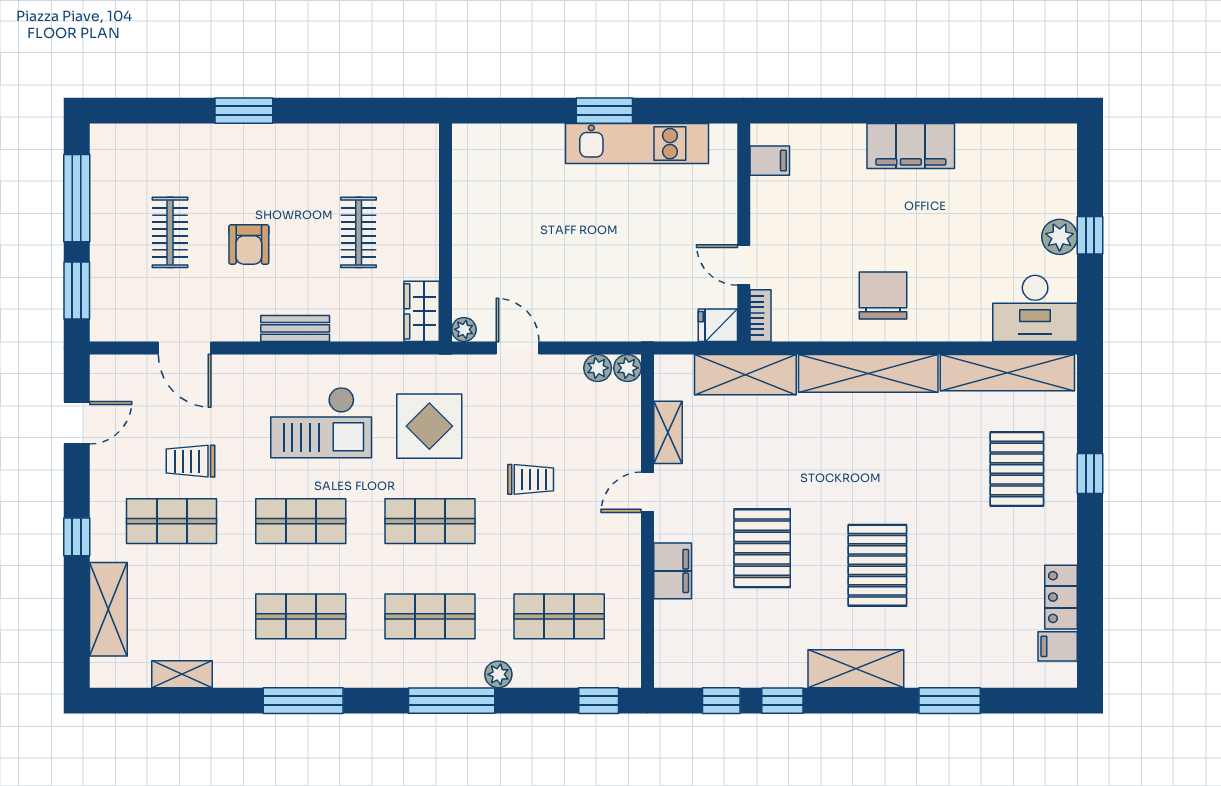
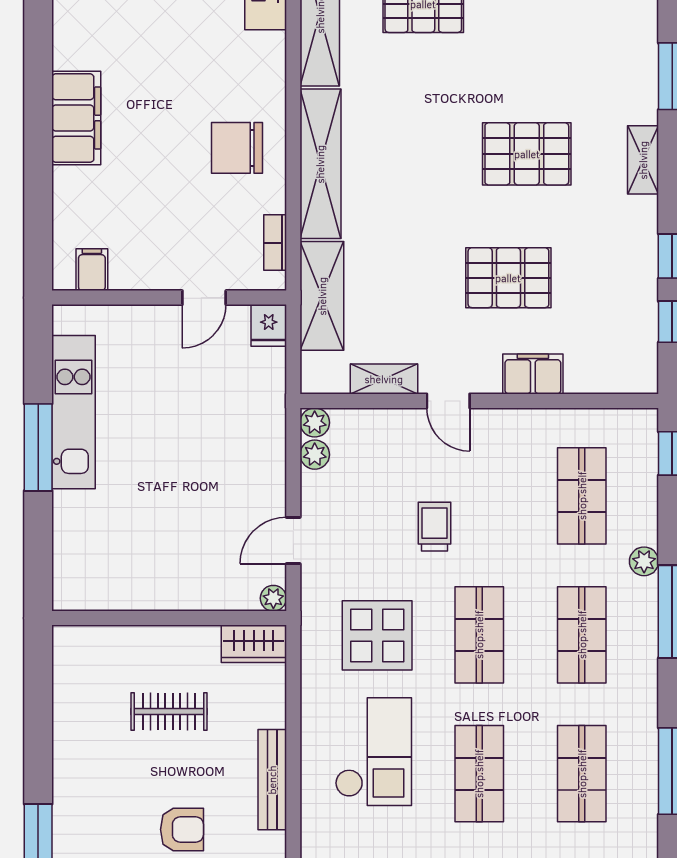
window: (604, 111) -> (38, 447), width x1.44
bookcase: (761, 316) -> (275, 243), moved, turned -90
bench: (295, 328) -> (272, 780), width x1.36
shelving: (856, 669) -> (643, 160), width x0.67, depth x0.75

